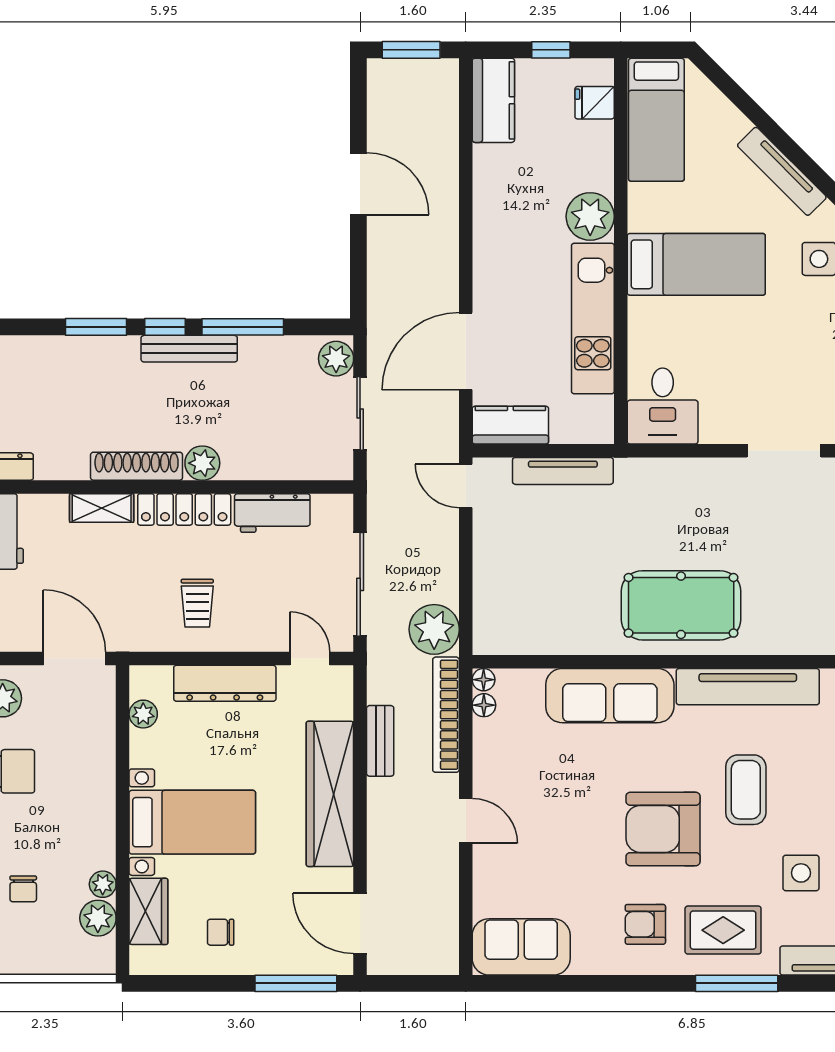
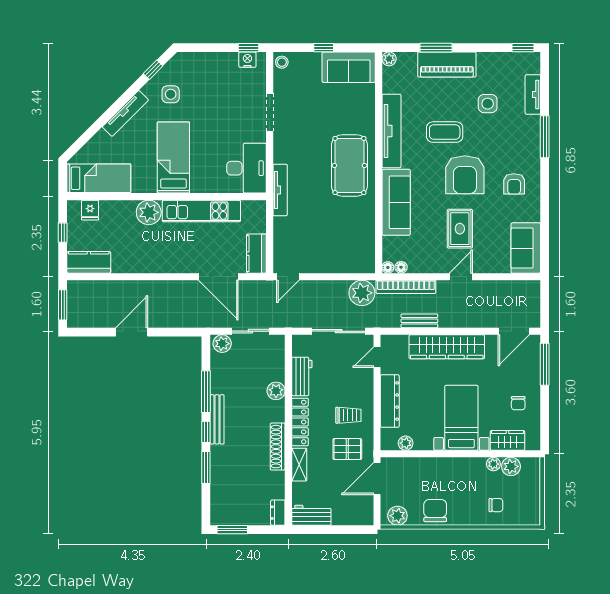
desk: (663, 406) -> (247, 168), width x1.37
plant: (202, 463) -> (276, 391), moved
tv unit: (563, 471) -> (280, 190), moved
pallet: (132, 601) -> (347, 449), added
rug: (723, 930) -> (460, 229), moved

